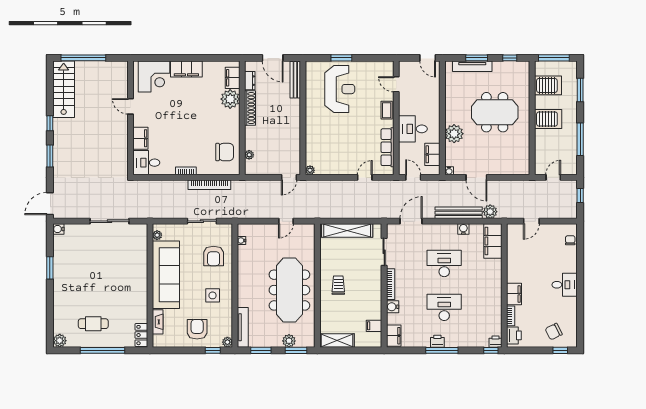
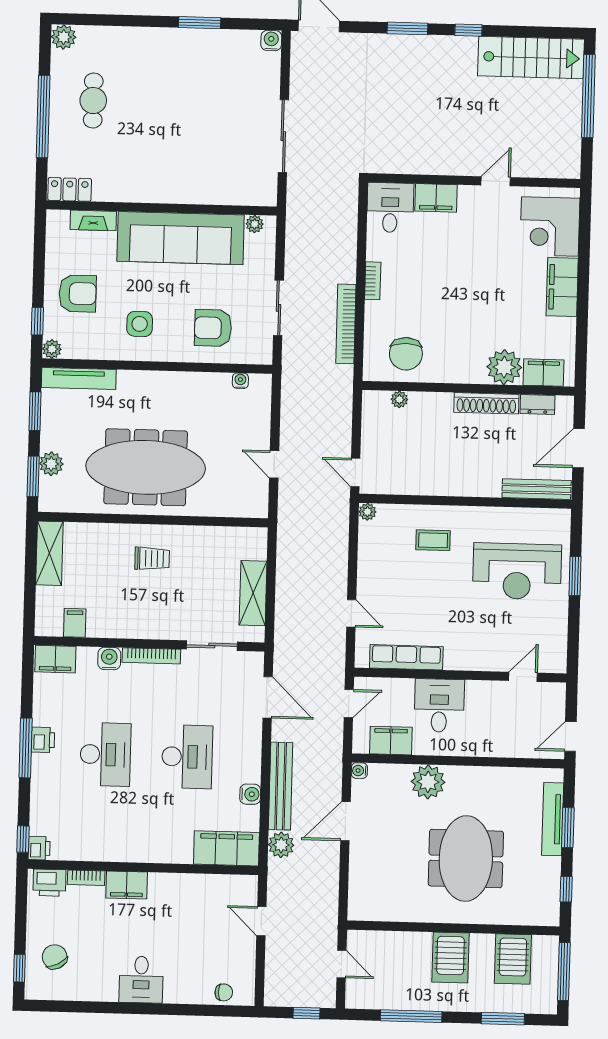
coffee table: (387, 110) -> (433, 540), moved
shelving: (347, 230) -> (253, 593), width x0.68

